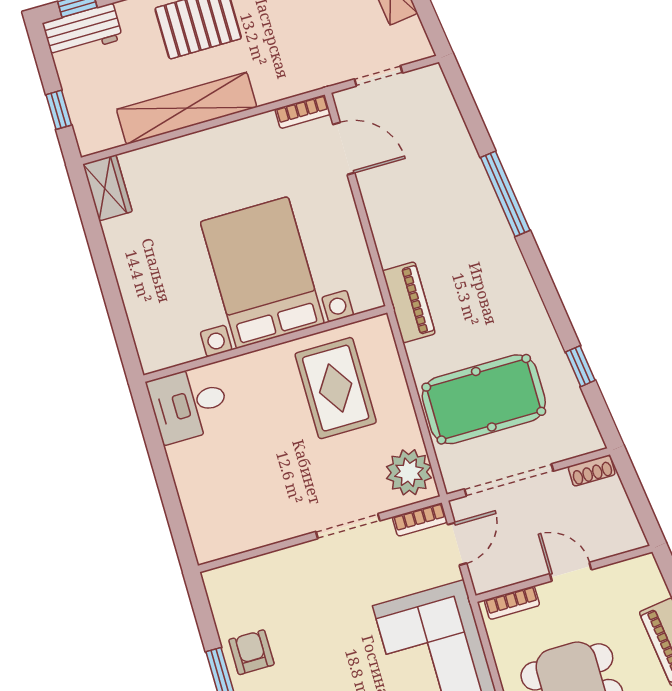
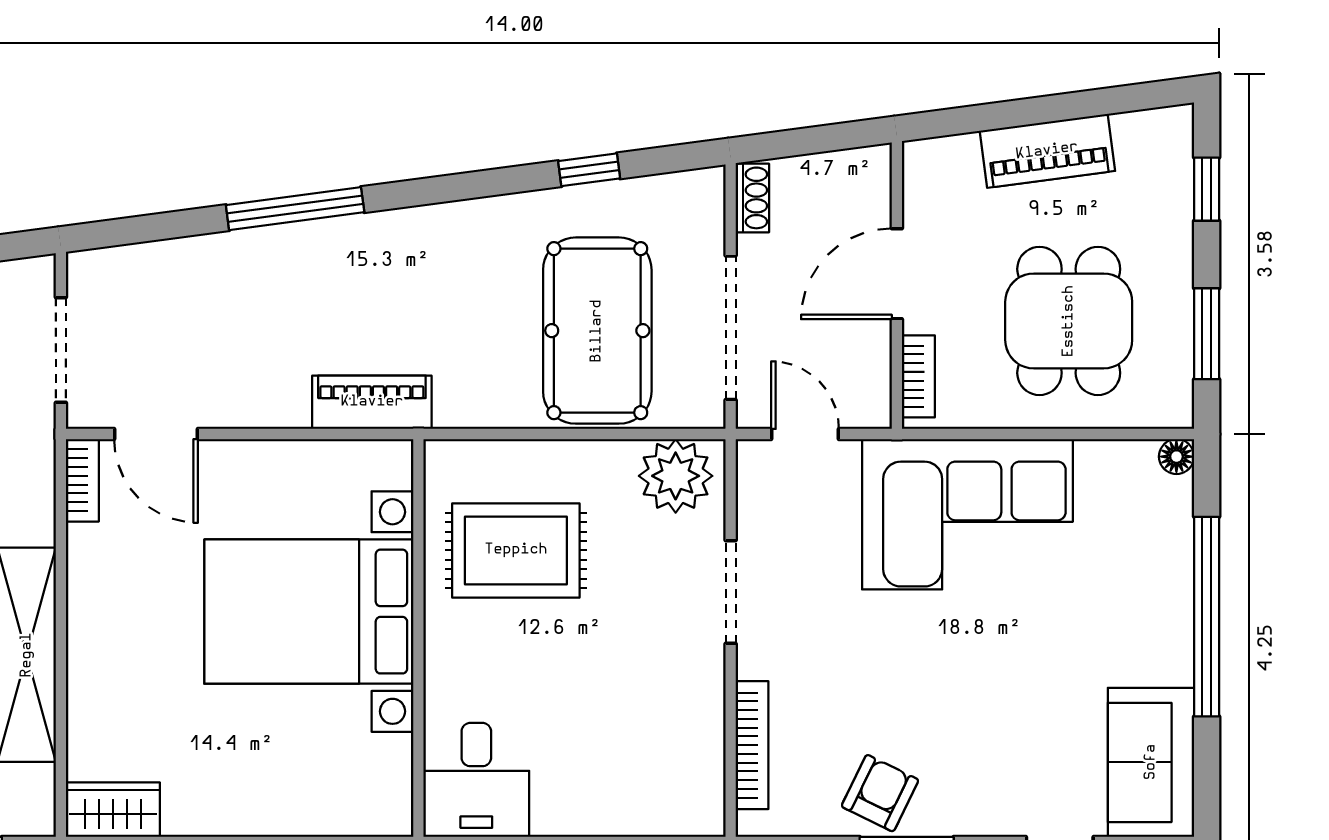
doorway: (378, 76) -> (61, 350), width x1.38
door: (344, 149) -> (156, 434), swing flipped
piano: (409, 302) -> (372, 402), moved
bookcase: (420, 520) -> (752, 745), moved, width x1.56
door: (571, 572) -> (897, 274), width x1.38
armchair: (251, 652) -> (880, 793), turned 116

